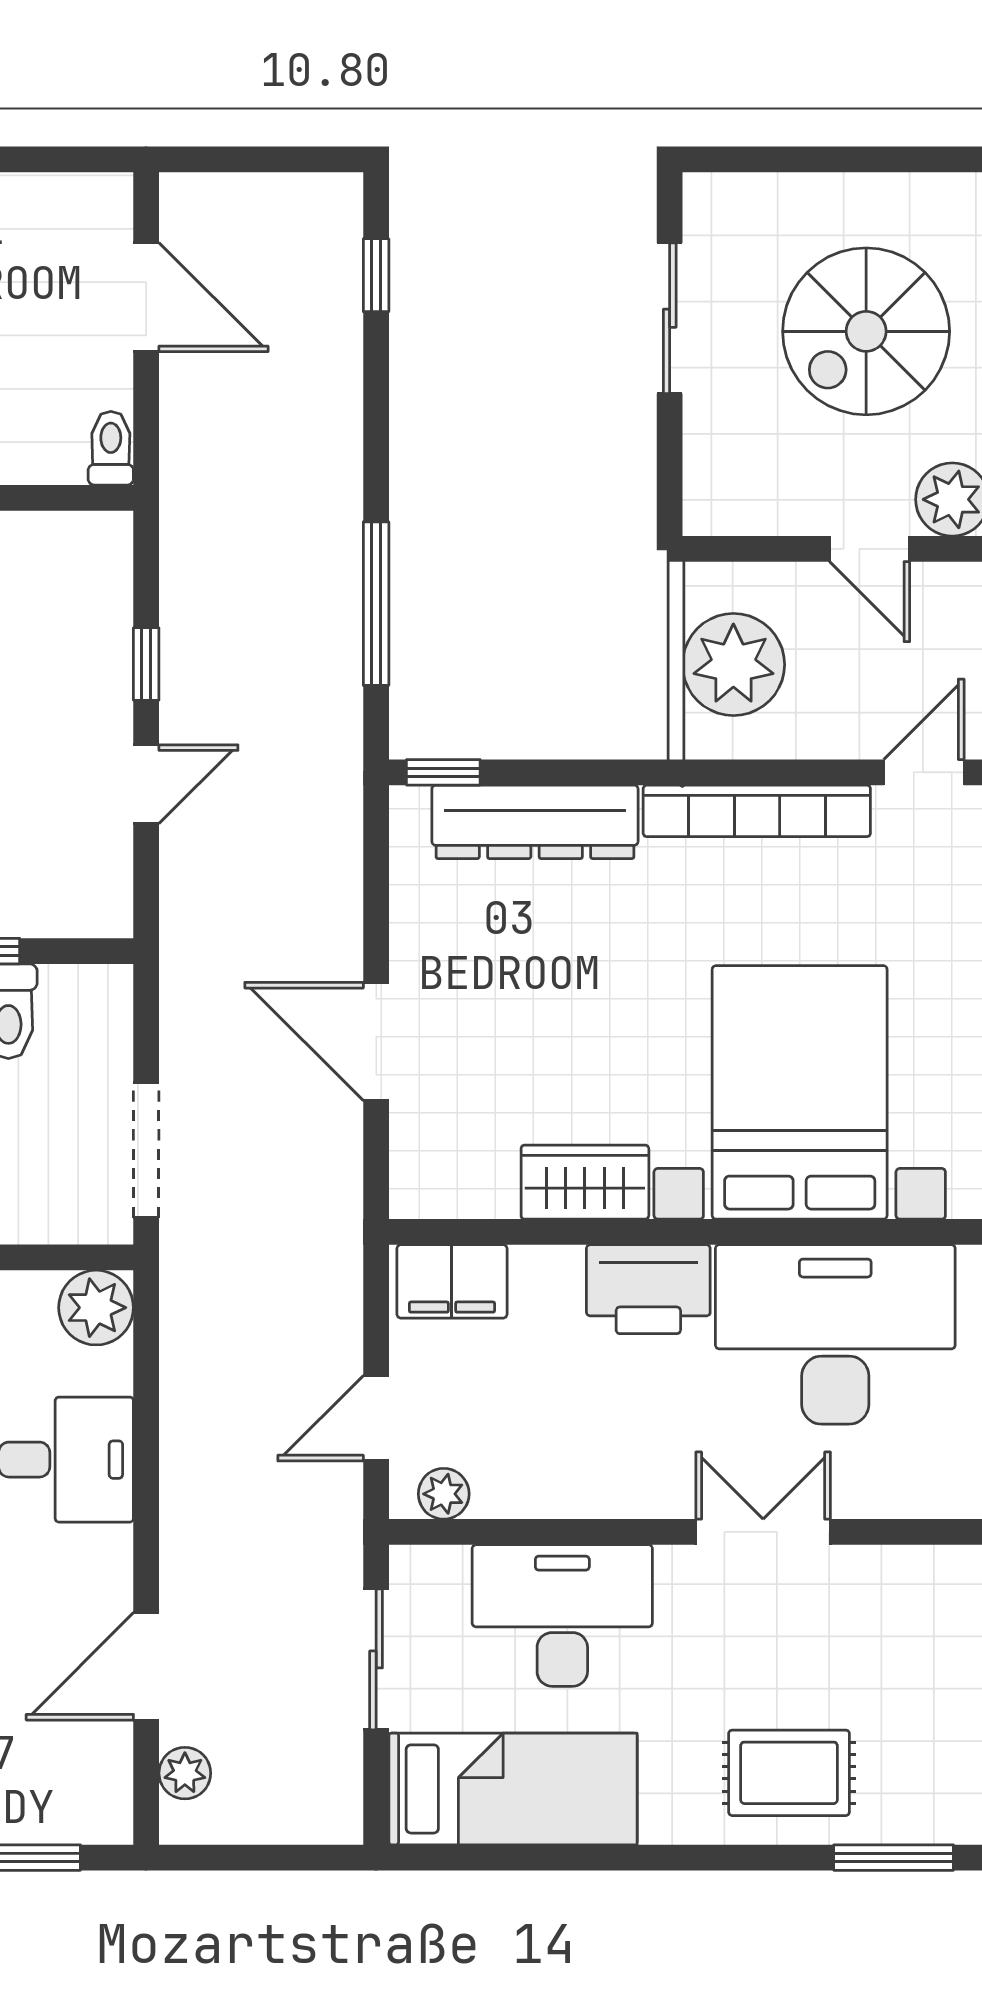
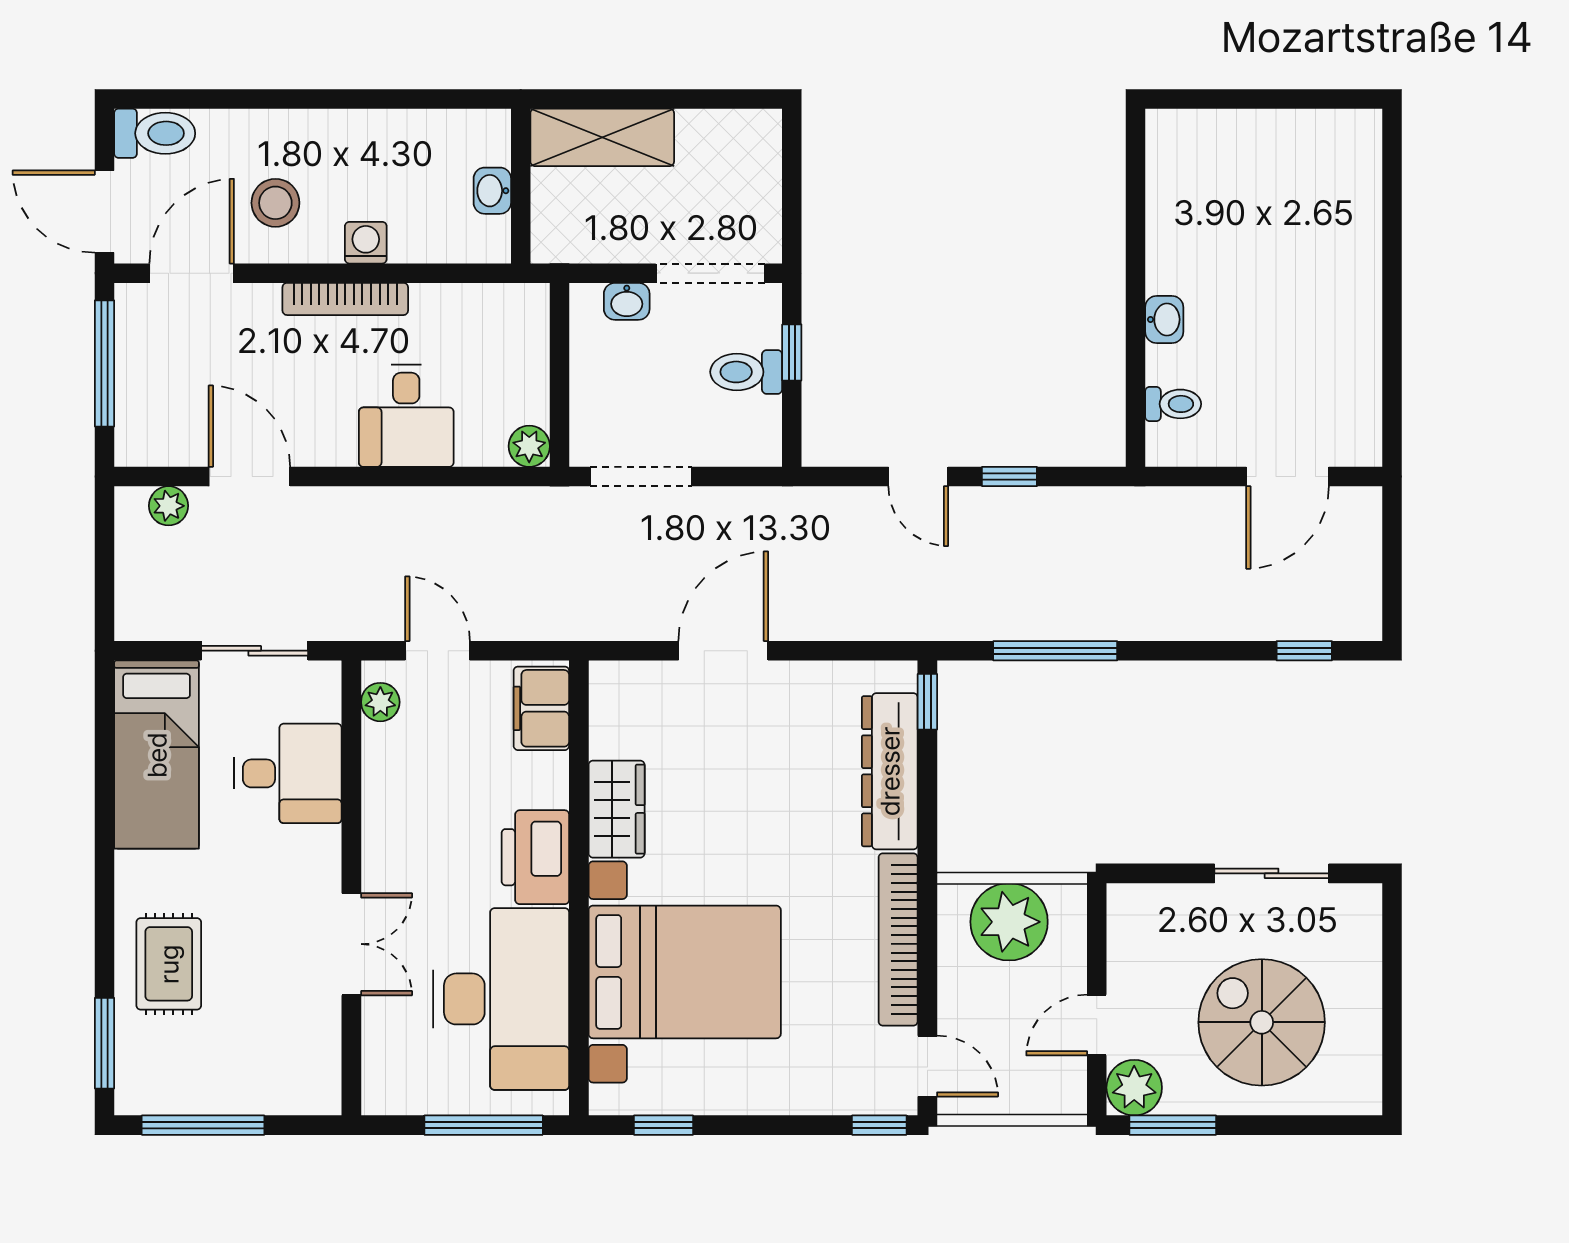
toilet: (111, 448) -> (1173, 404), moved
plant: (96, 1308) -> (529, 446), width x0.73, depth x0.73
desk: (562, 1616) -> (288, 773), width x0.73

